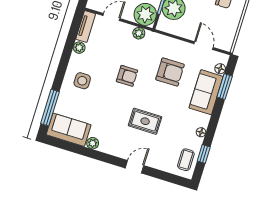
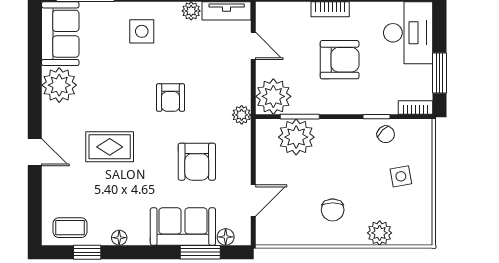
plant: (139, 33) -> (242, 115), moved
rug: (145, 121) -> (110, 147), turned 90
plant: (93, 143) -> (59, 85), width x1.88, depth x1.88

